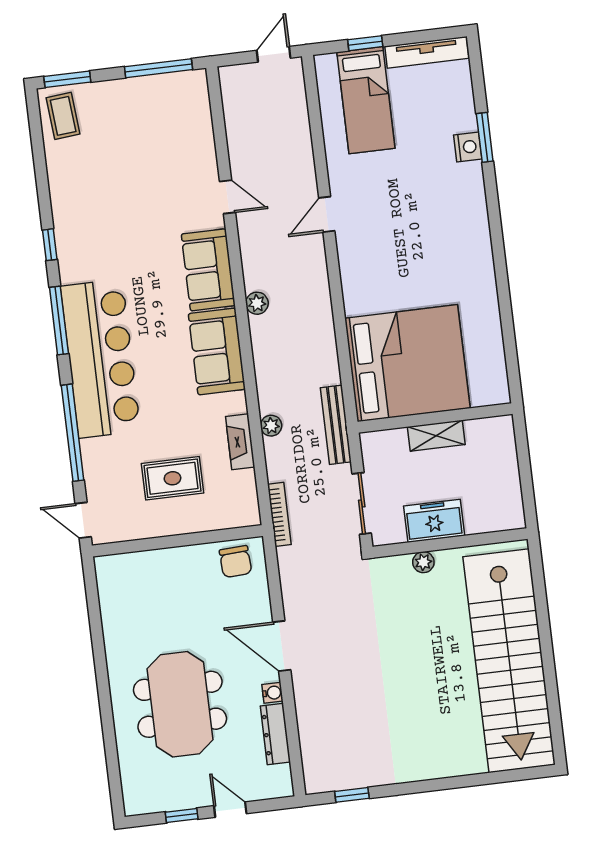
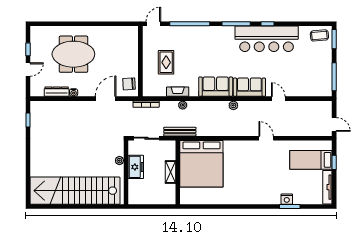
door: (227, 197) -> (278, 99), swing flipped
bar counter: (100, 359) -> (267, 39), moved
door: (282, 646) -> (106, 99), moved

